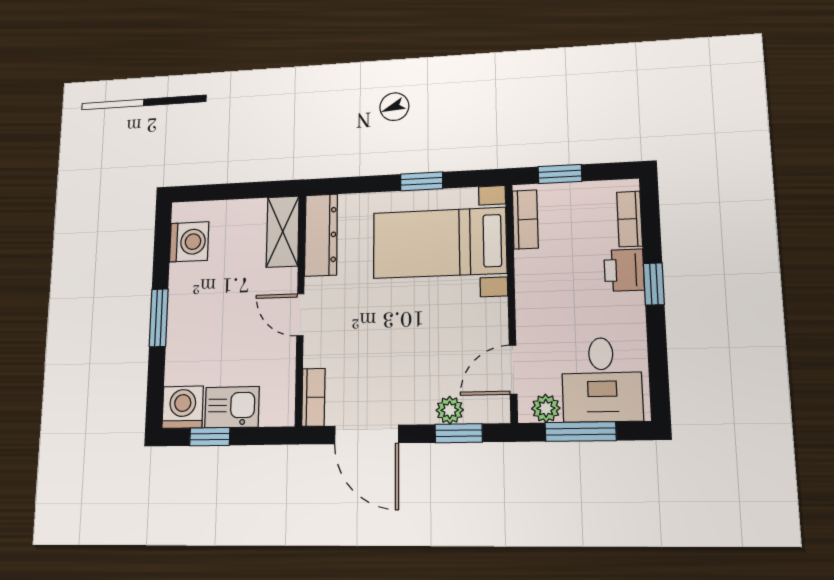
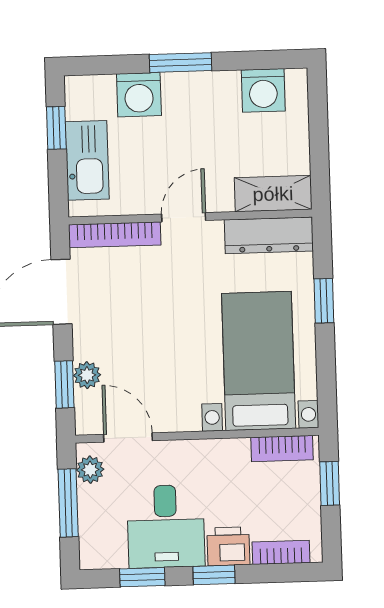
window: (422, 181) -> (324, 301), moved
window: (658, 356) -> (142, 577), added
desk: (602, 380) -> (166, 526), moved, turned -90
bookcase: (313, 397) -> (115, 235), width x1.56
washing machine: (183, 407) -> (139, 95), moved, turned 90
kitchen sink: (232, 407) -> (87, 160), width x1.38

